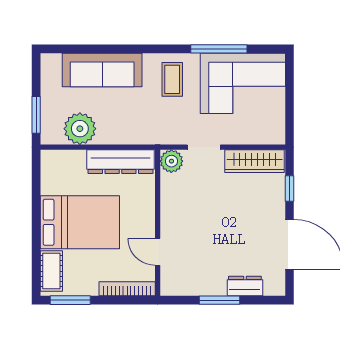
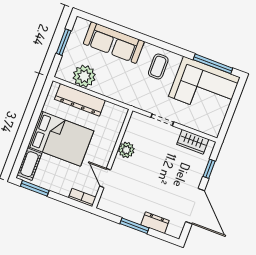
window: (219, 49) -> (213, 64), moved
window: (36, 115) -> (64, 42), moved
plant: (171, 161) -> (126, 150), moved
wardrobe: (255, 161) -> (193, 142), width x0.67
dresser: (121, 162) -> (80, 100), moved
bookcase: (127, 289) -> (82, 197), width x0.64

